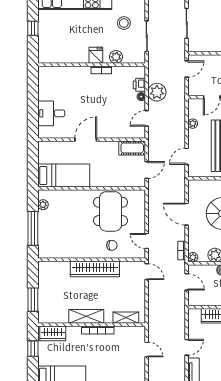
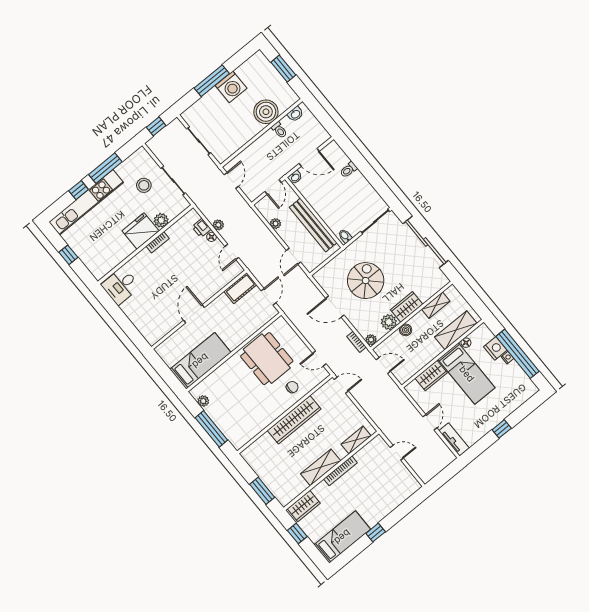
fridge: (96, 55) -> (141, 231), width x1.88, depth x1.34
plant: (157, 92) -> (218, 225), width x0.53, depth x0.53
desk: (51, 113) -> (121, 286), moved

